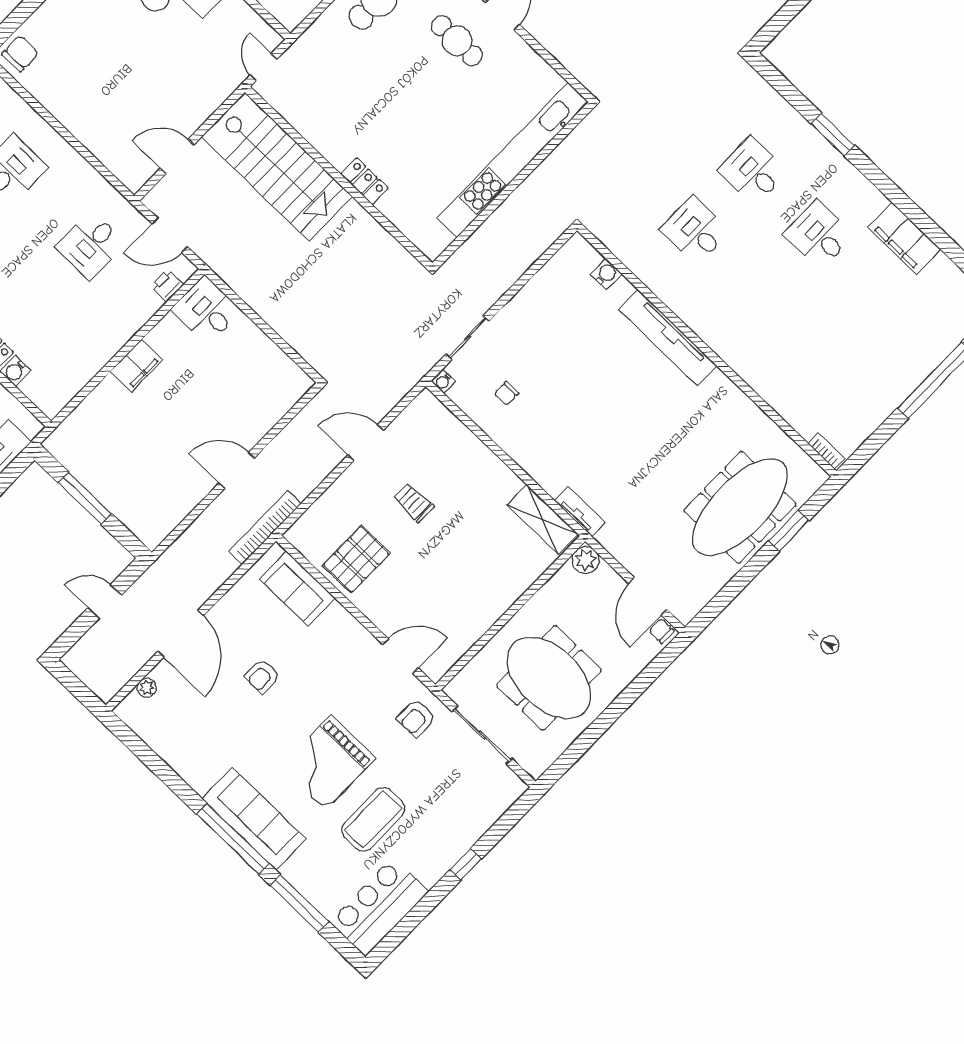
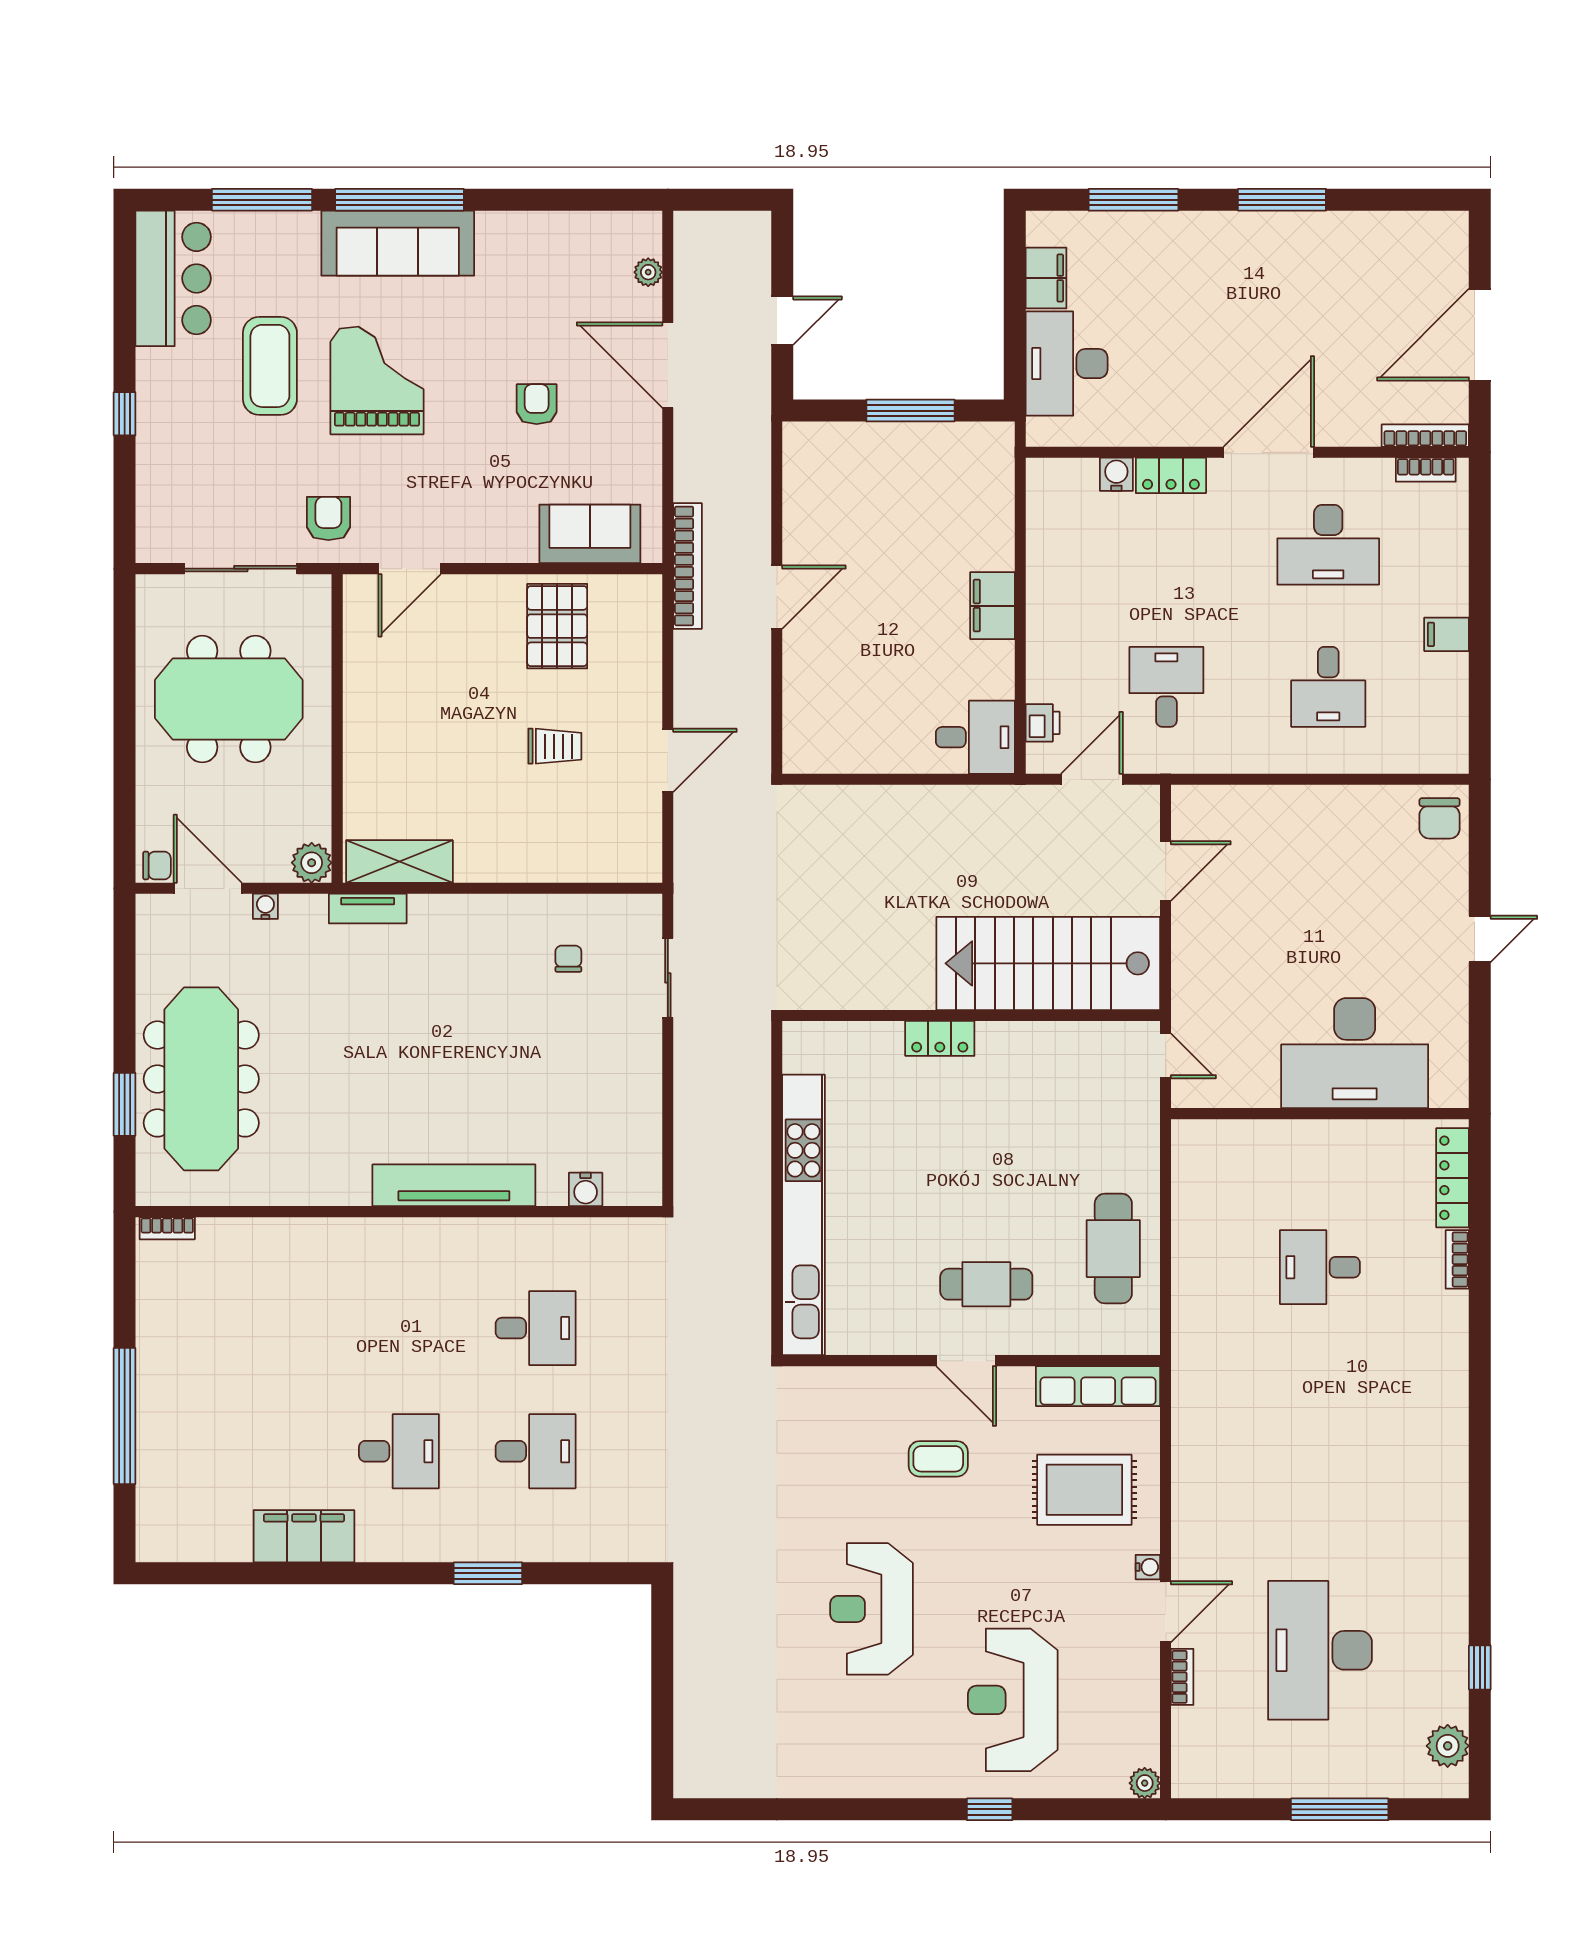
water cooler: (443, 381) -> (265, 906), moved

